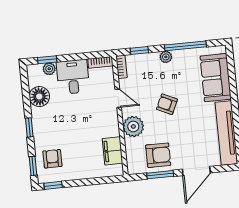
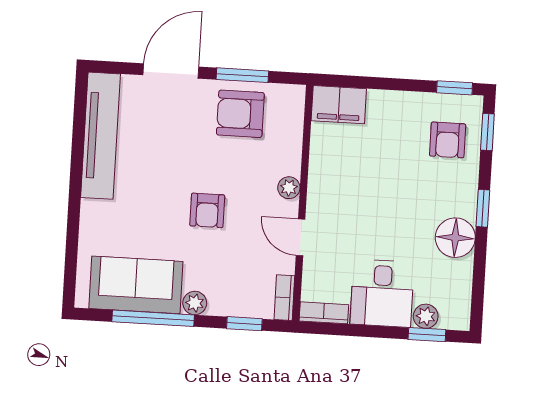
sofa: (216, 78) -> (136, 285), moved, turned -90
floor lamp: (39, 97) -> (455, 238), moved
armchair: (167, 104) -> (207, 210), turned 65
plant: (133, 126) -> (289, 188), width x0.53, depth x0.53
filing cabinet: (113, 151) -> (339, 105), moved, turned 90

